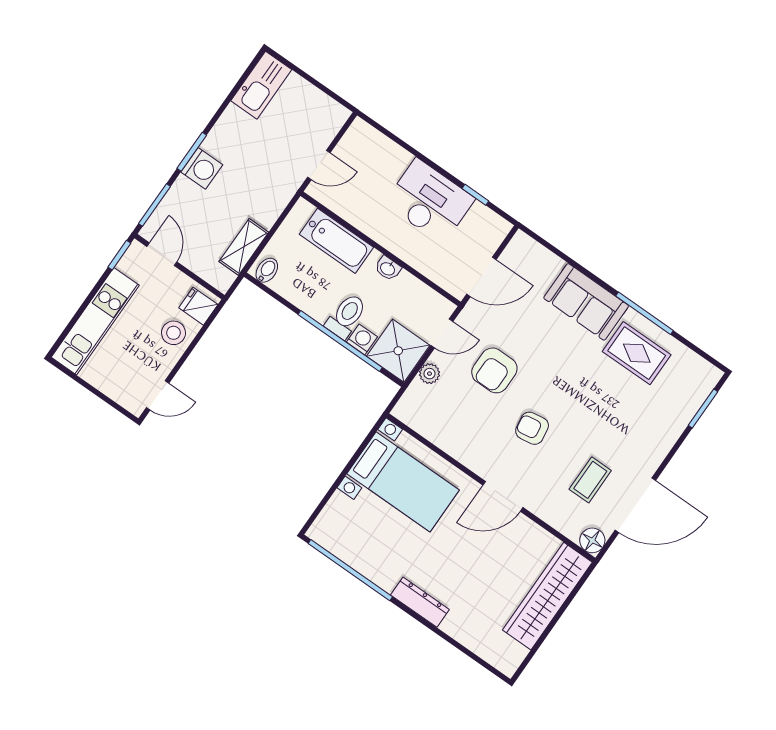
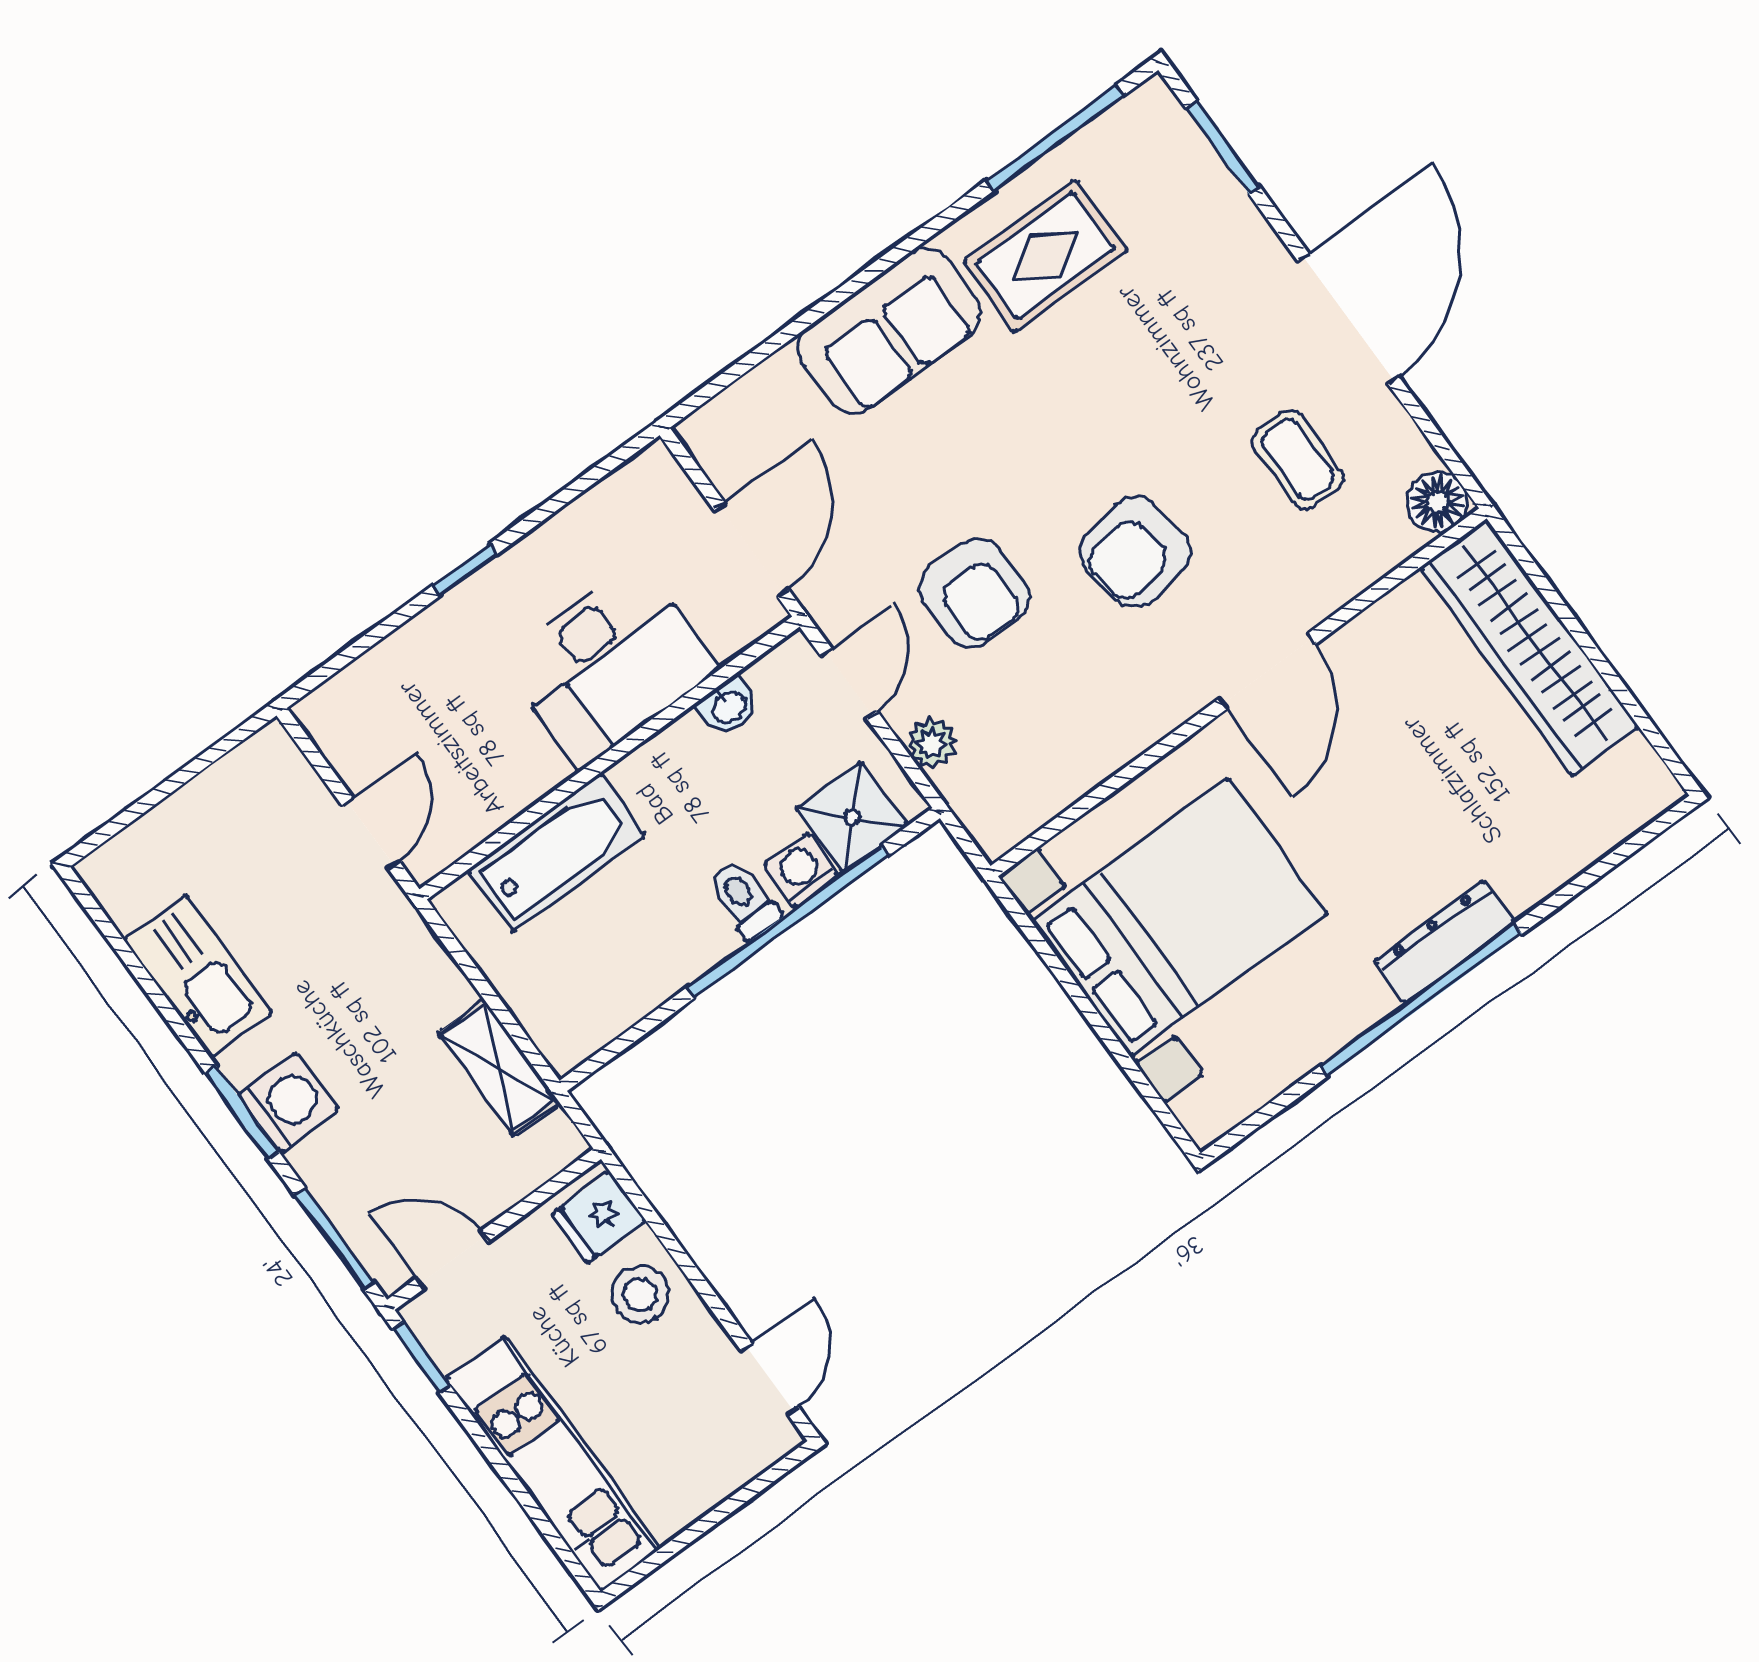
kitchen sink: (261, 85) -> (198, 976), moved
window: (475, 195) -> (465, 570), moved
desk: (430, 201) -> (610, 664), moved, turned 180
washbasin: (388, 268) -> (728, 706), moved
bidet: (267, 270) -> (570, 1034), removed
window: (644, 313) -> (1055, 138), moved
toilet: (346, 316) -> (744, 900), width x0.73, depth x0.72
shower: (398, 351) -> (852, 817), width x0.73, depth x0.73
armchair: (532, 428) -> (1135, 552), width x1.38, depth x1.38
bed with nightstands: (403, 482) -> (1179, 917), width x1.36
door: (635, 505) -> (1348, 319), moved
window: (350, 570) -> (1421, 1000), moved

